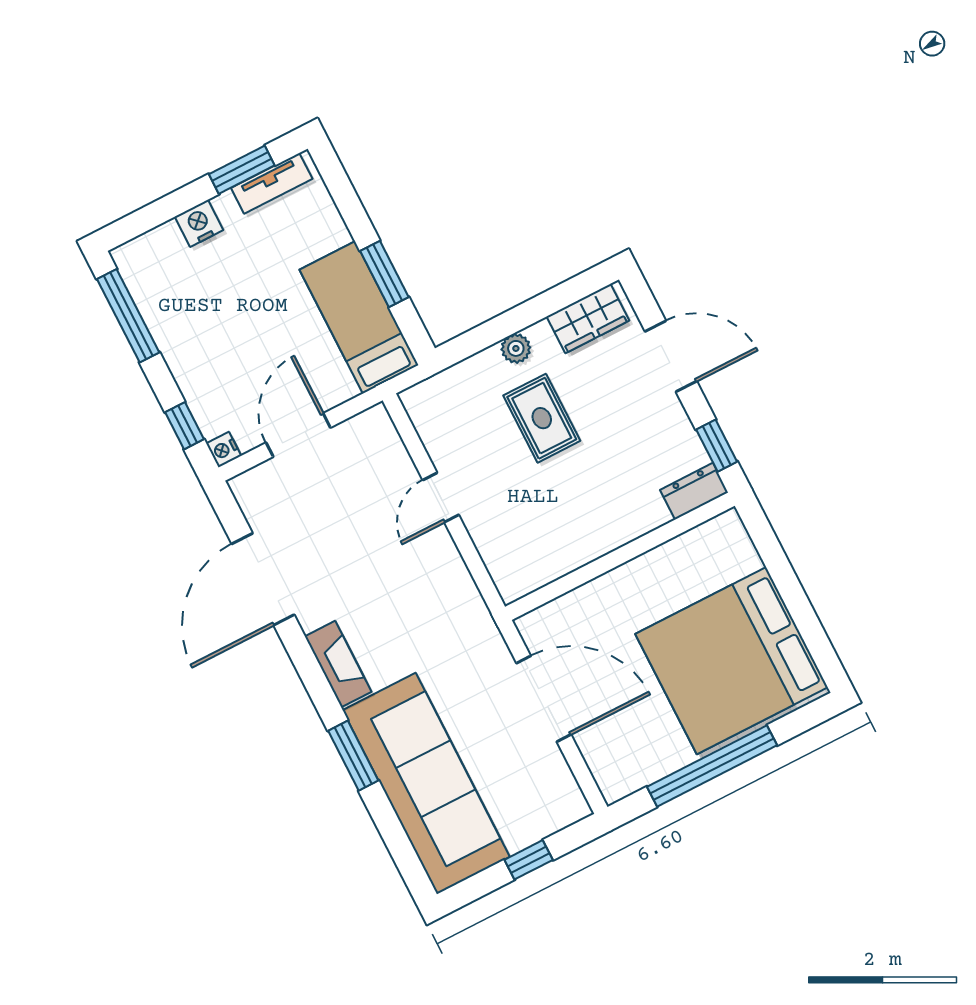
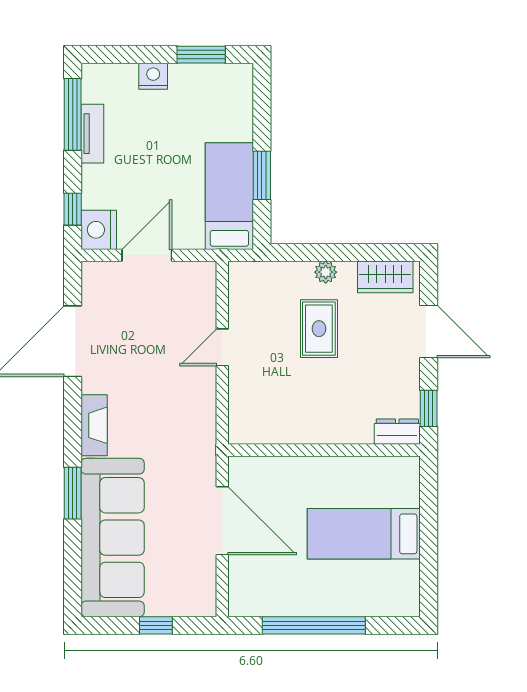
tv unit: (272, 183) -> (92, 134), moved, turned -90
nightstand: (224, 450) -> (99, 230), width x1.89, depth x1.79
bed: (732, 661) -> (364, 534), width x0.49

